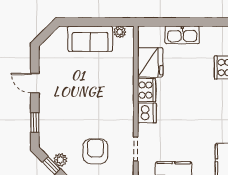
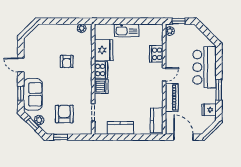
sofa: (90, 39) -> (33, 94), moved, turned -90
armchair: (99, 78) -> (67, 61), added

